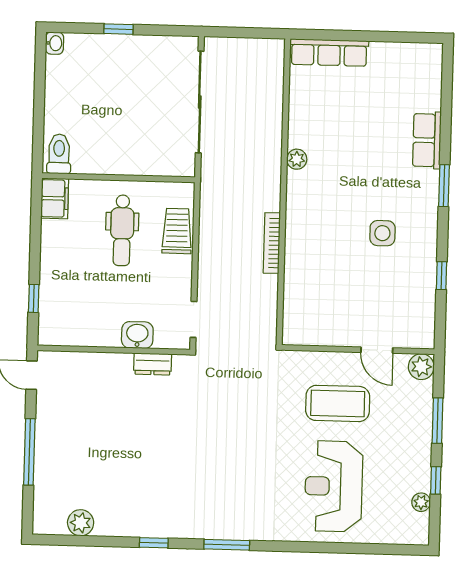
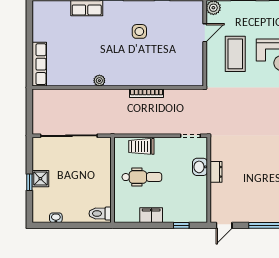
washbasin: (55, 43) -> (56, 218), moved
shower: (124, 49) -> (40, 179), added
filing cabinet: (55, 198) -> (151, 215), moved
dresser: (153, 364) -> (216, 172), moved

